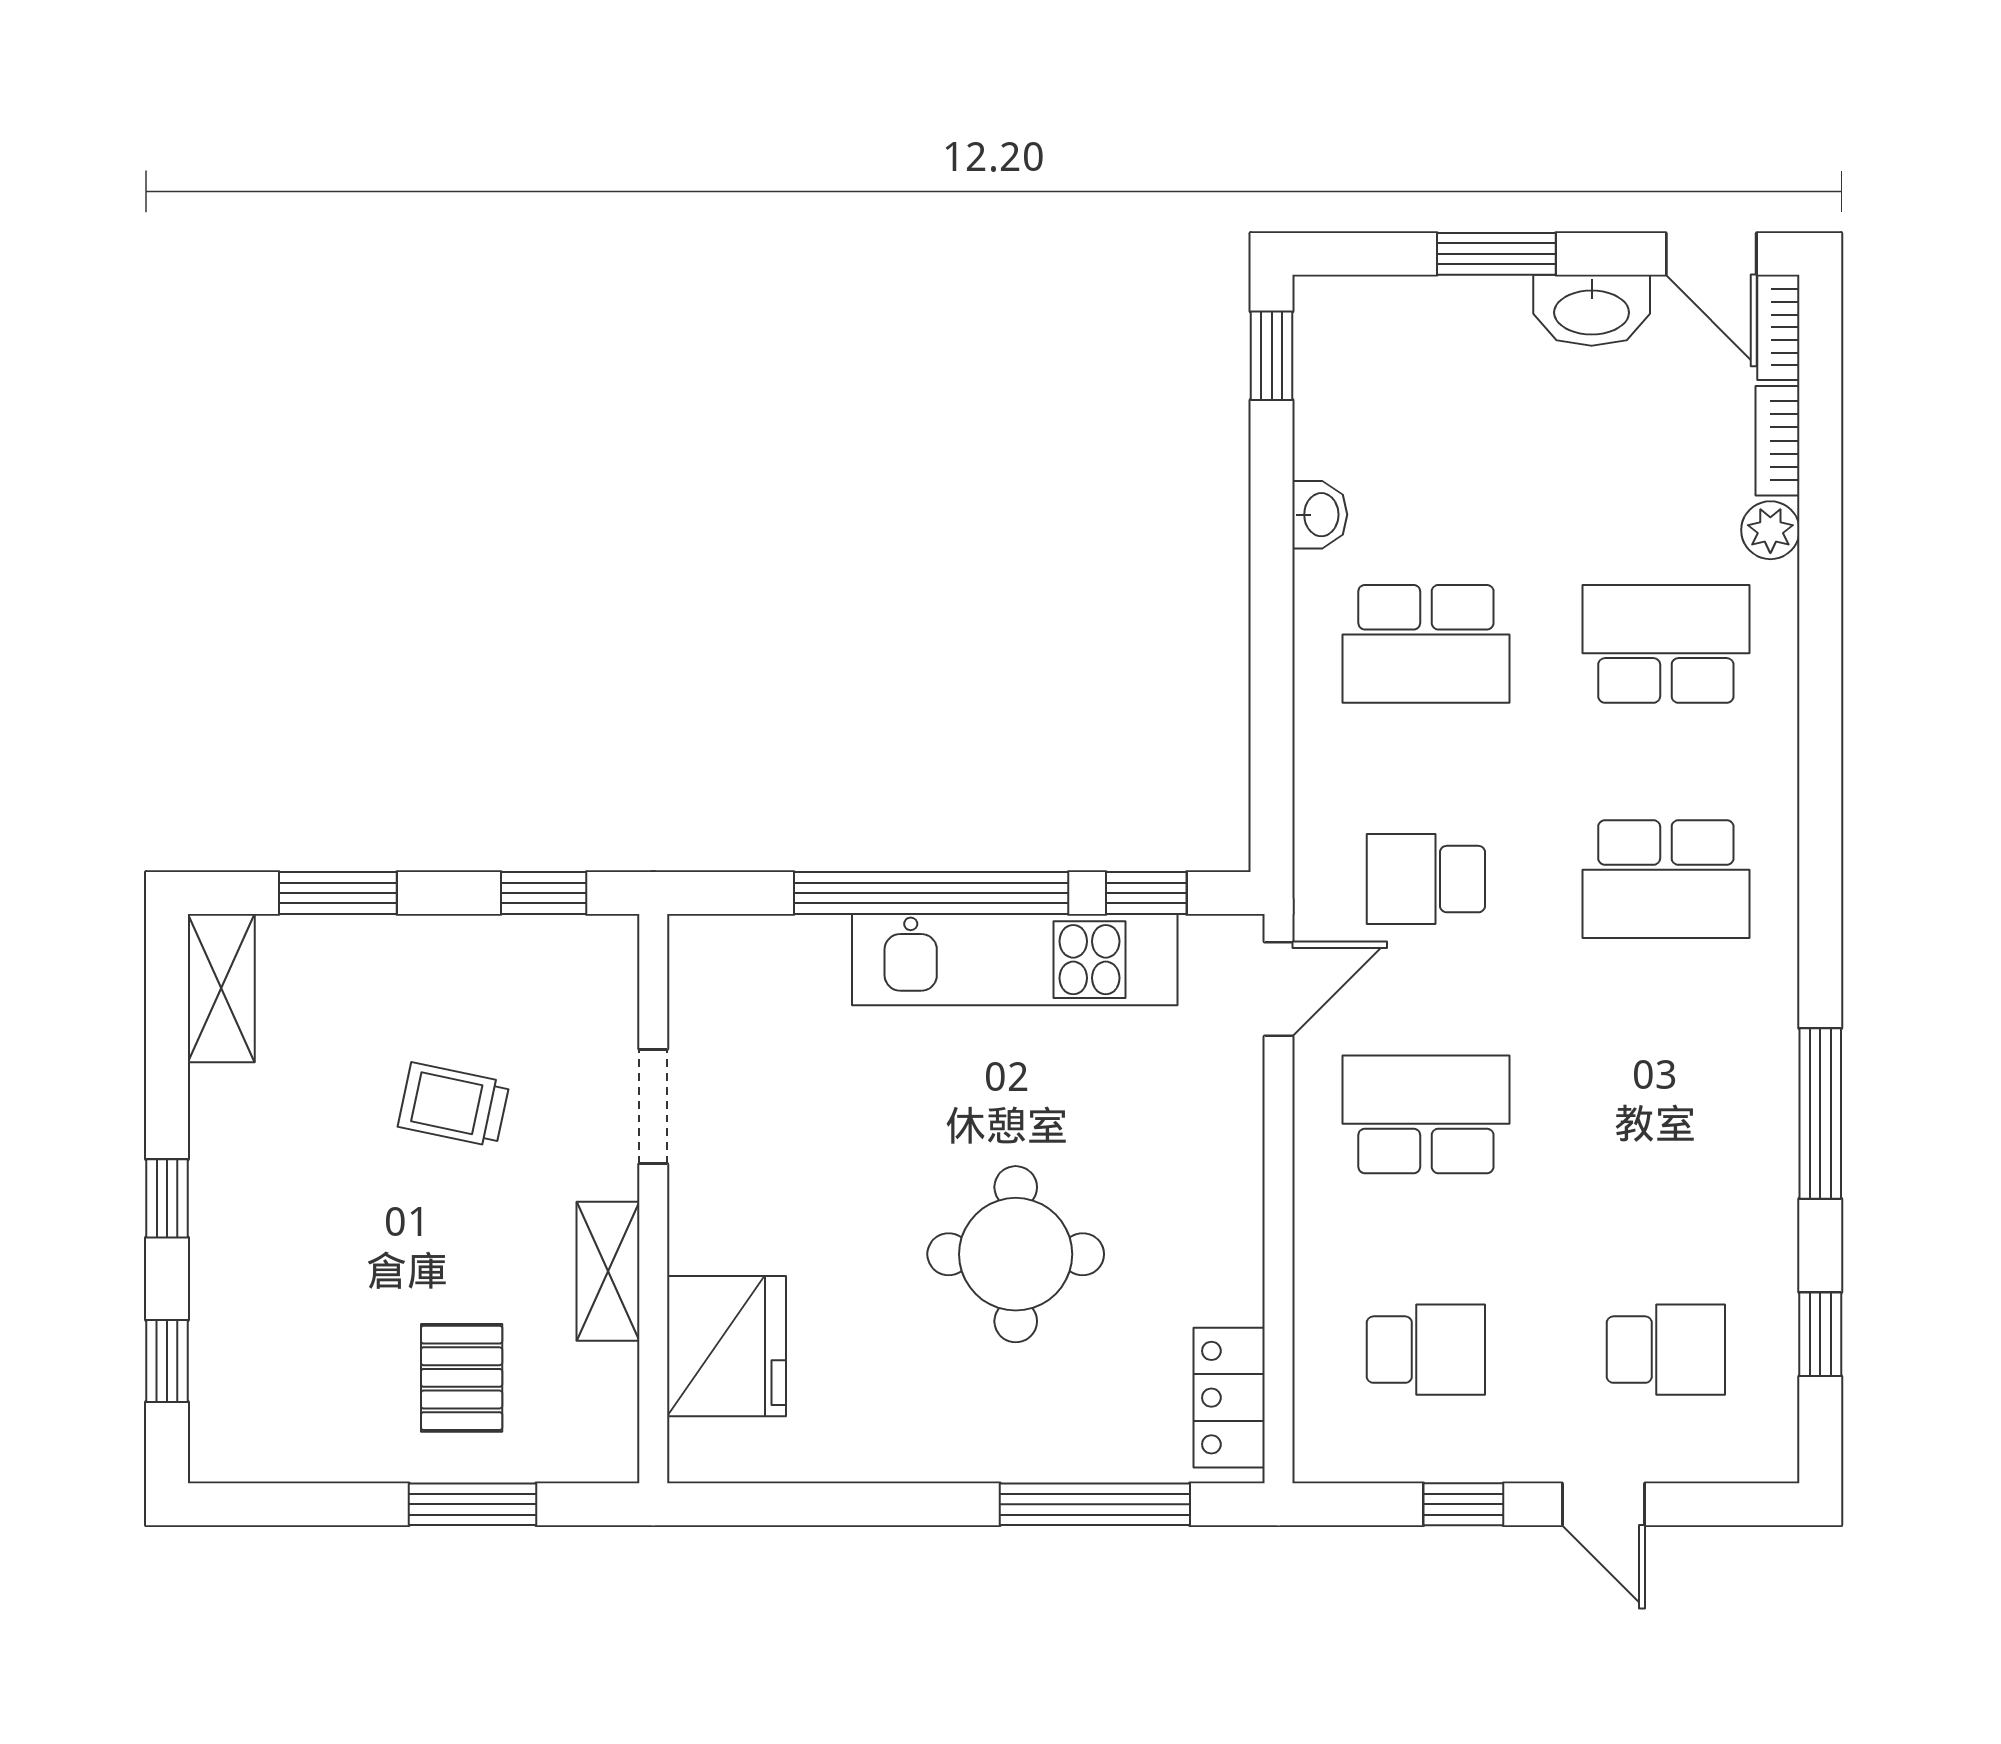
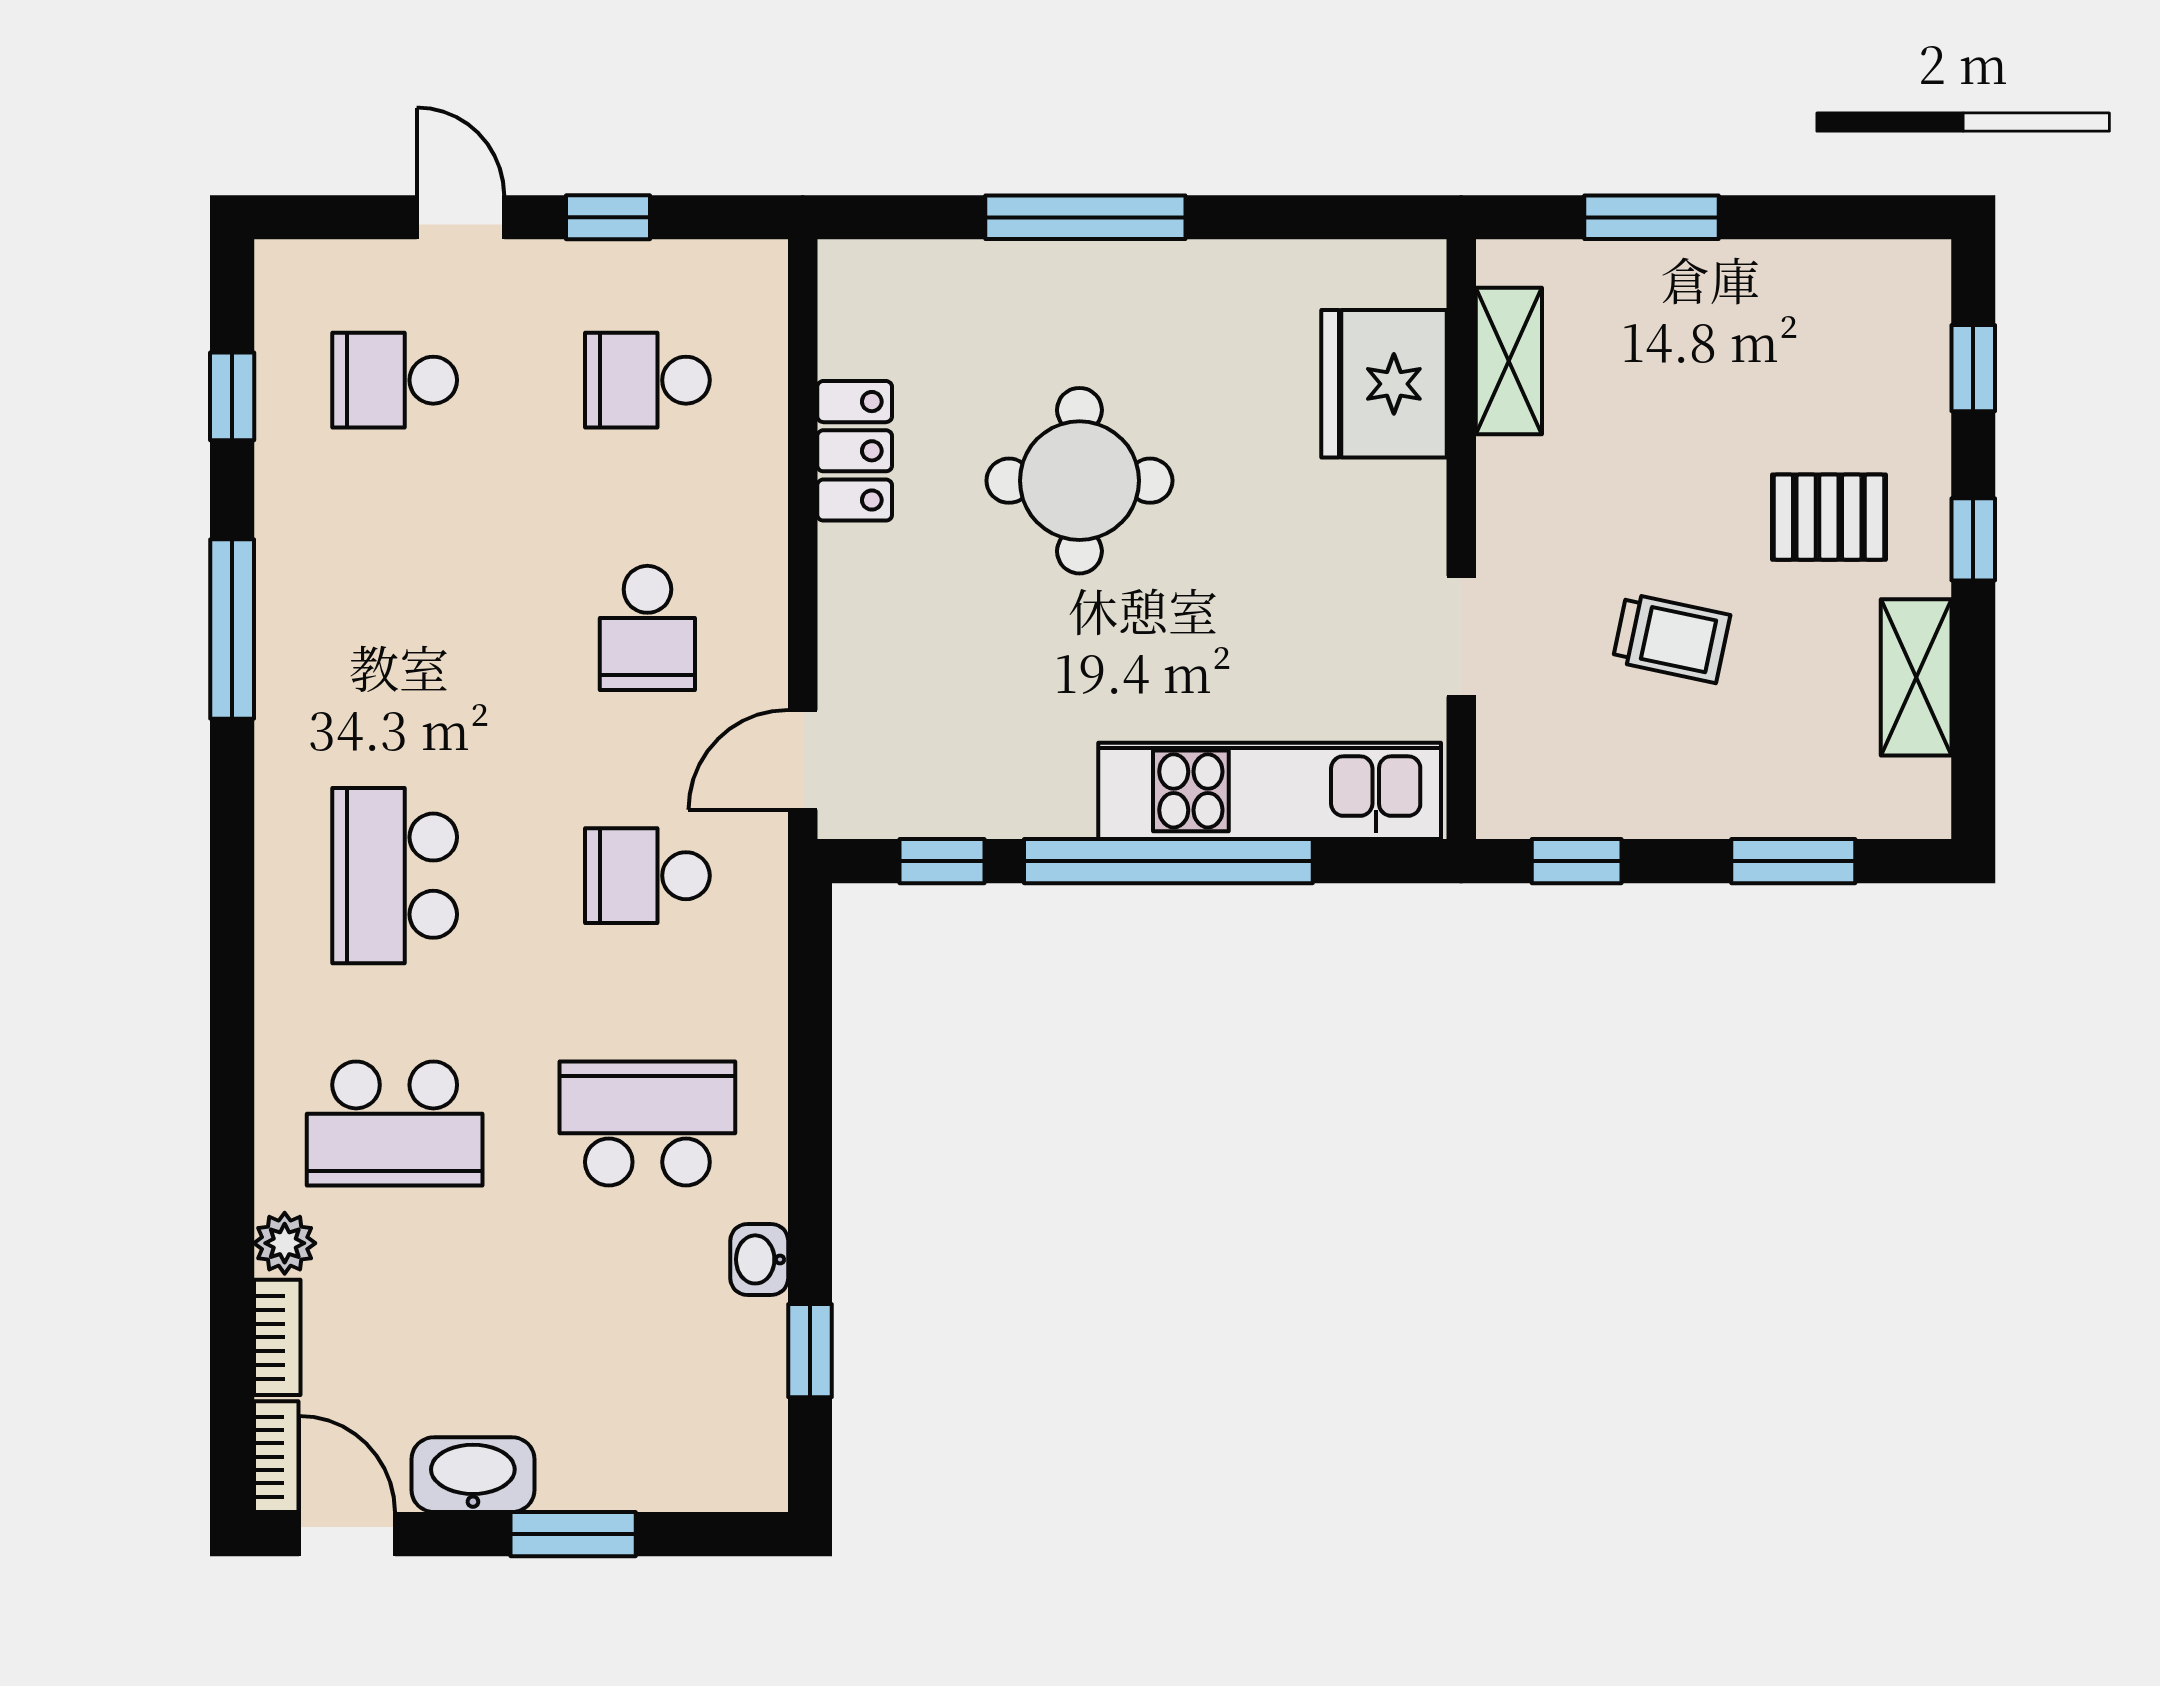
window: (1272, 356) -> (810, 1351), moved
school desk: (1426, 879) -> (647, 876), turned 180
school desk: (1666, 879) -> (395, 876), turned -90
kitchen unit: (1015, 960) -> (1270, 791), moved
shelving: (221, 988) -> (1916, 677), moved
school desk: (1426, 1114) -> (647, 628), width x0.54
shelving: (608, 1271) -> (1509, 361), moved
pallet: (462, 1378) -> (1829, 517), moved, turned 90
locker: (1229, 1398) -> (855, 451), moved
window: (1095, 1504) -> (1085, 217), moved

